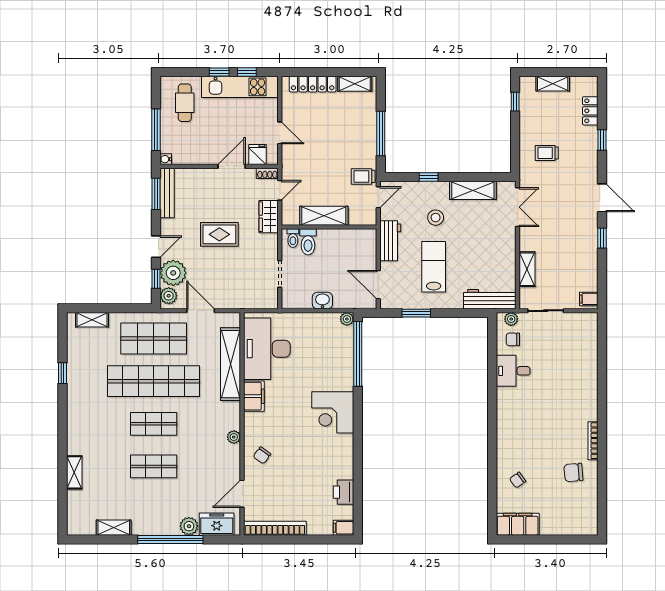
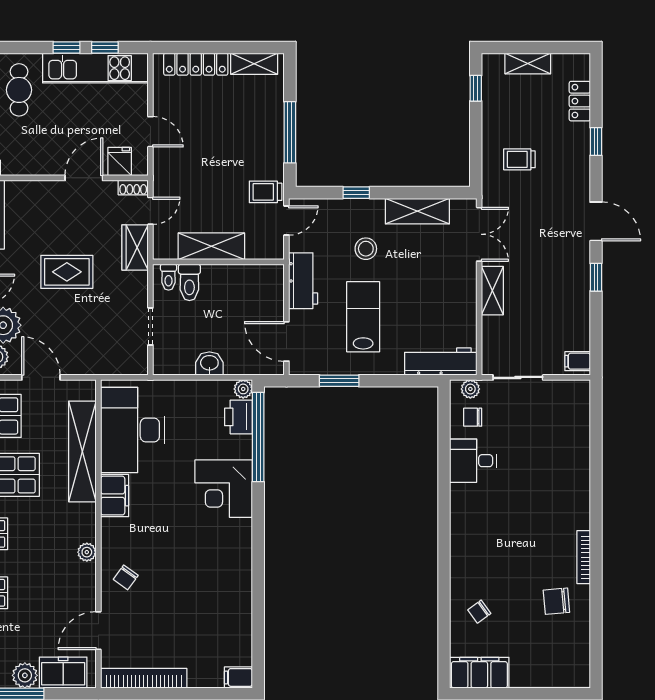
shelving: (527, 269) -> (492, 291), moved
corner desk: (333, 412) -> (224, 489), moved
printer: (344, 492) -> (239, 417), moved

